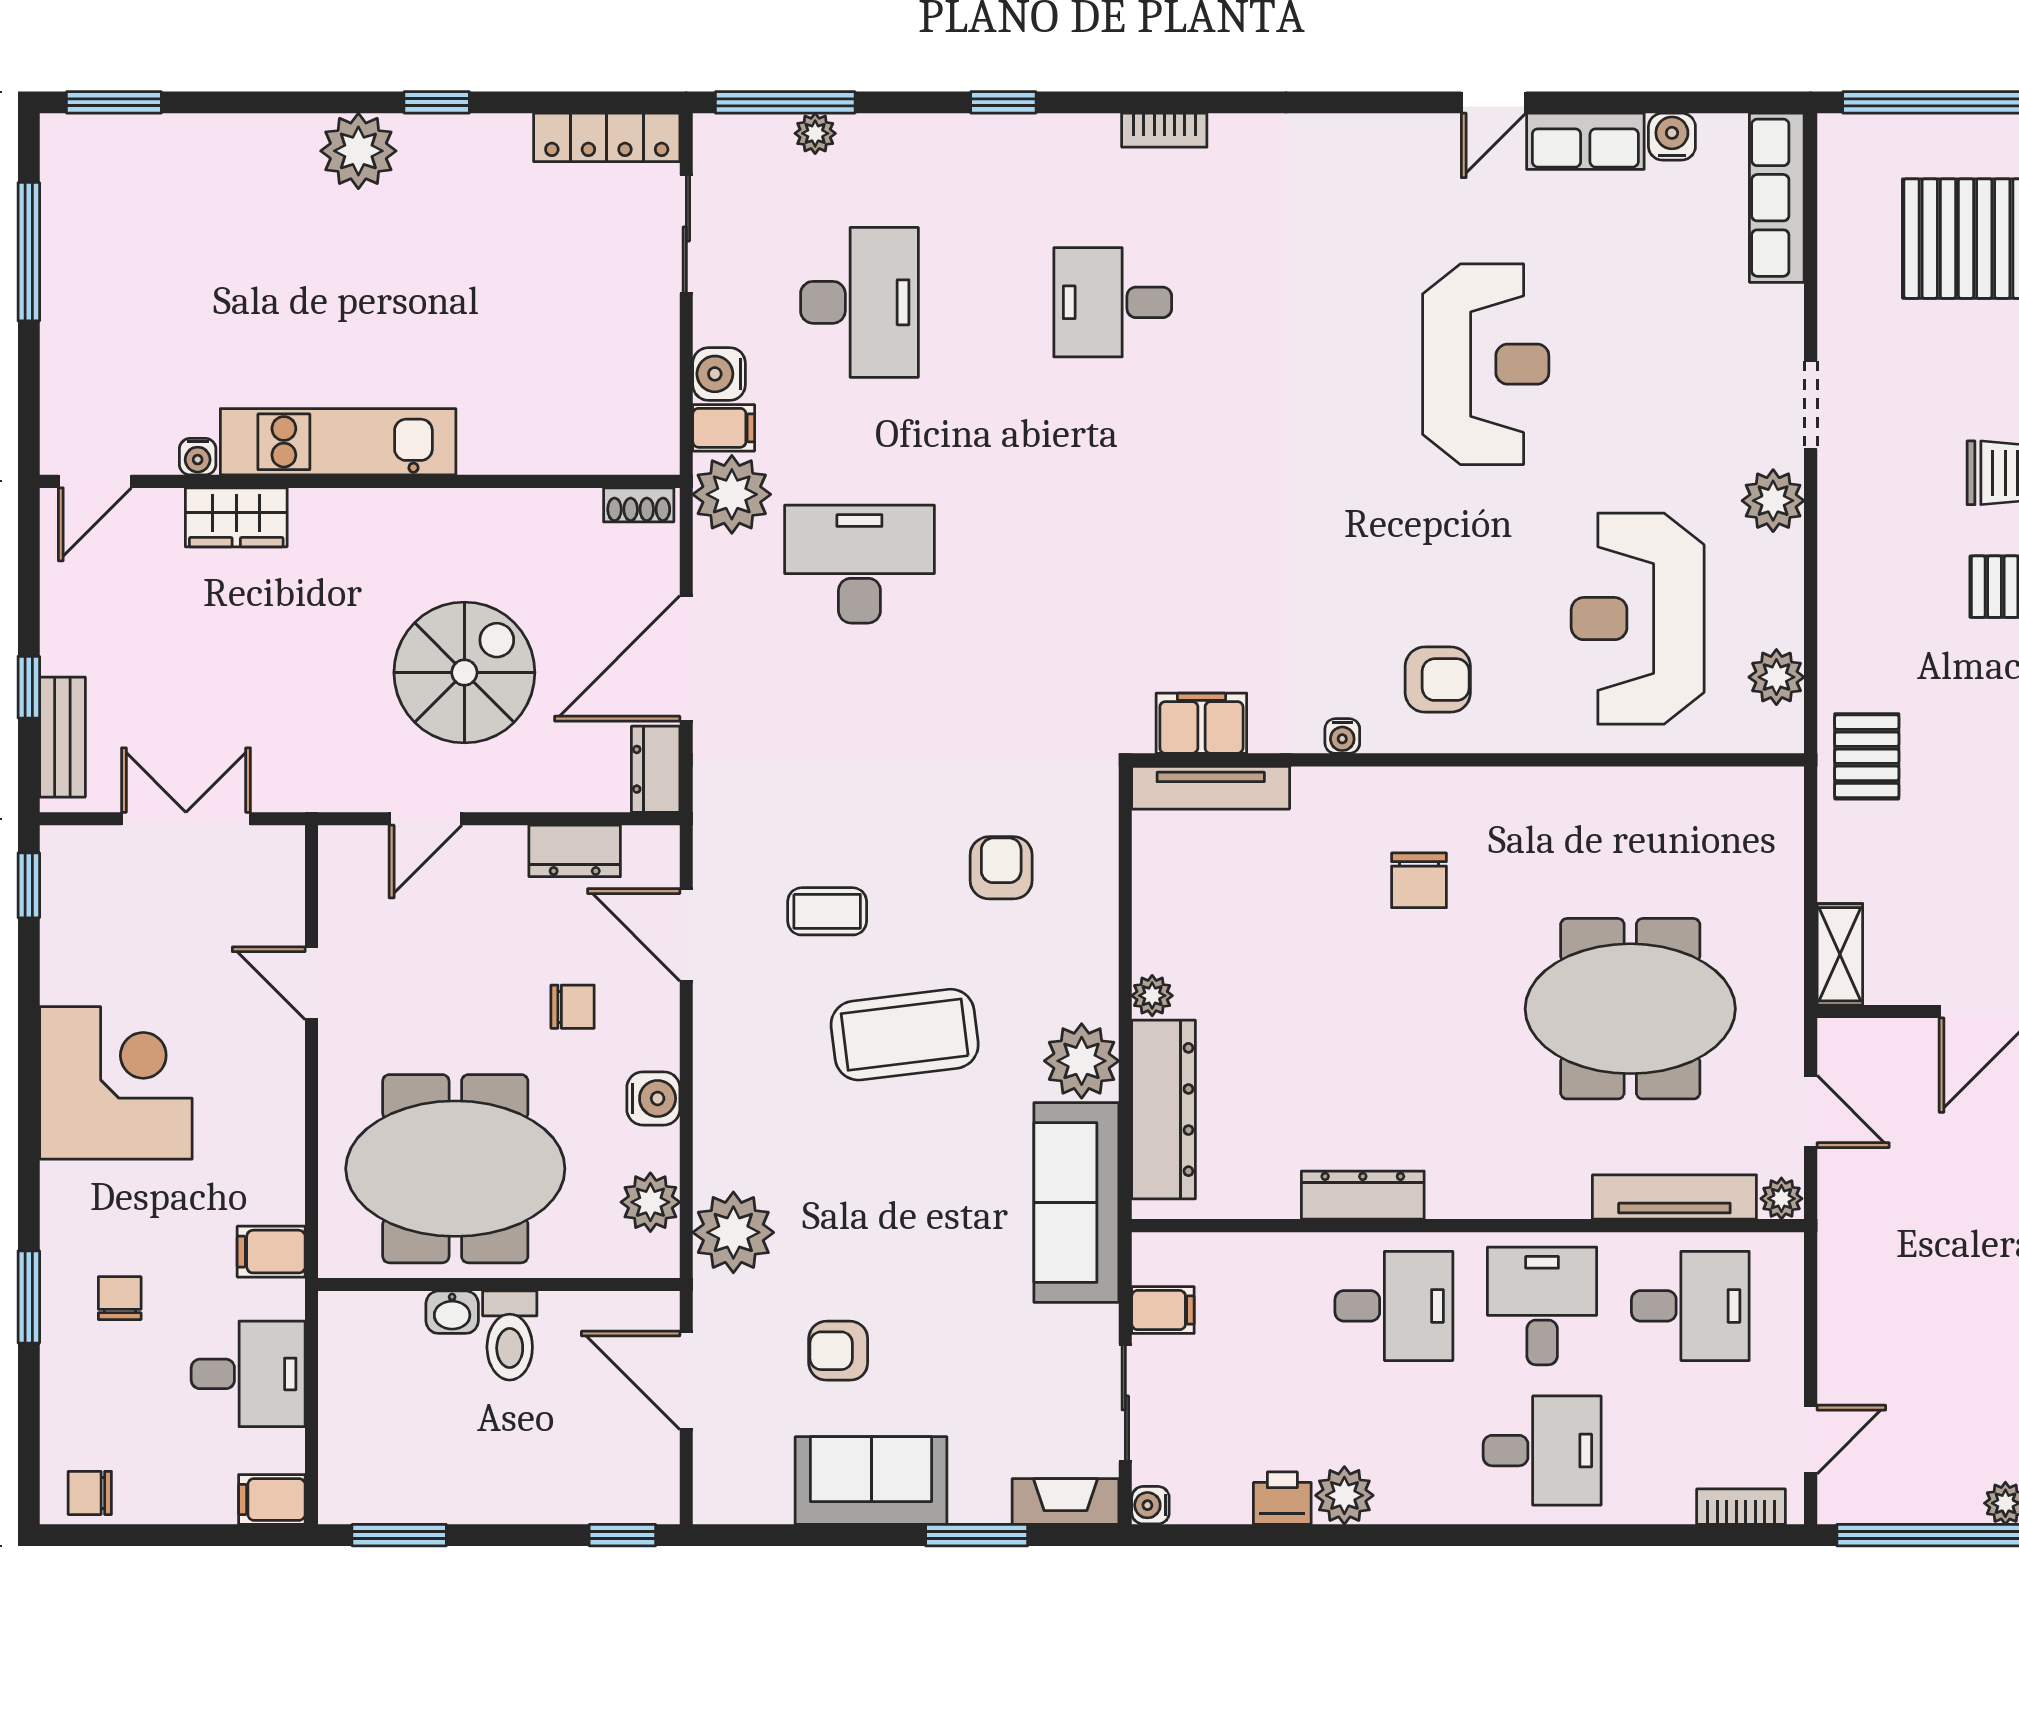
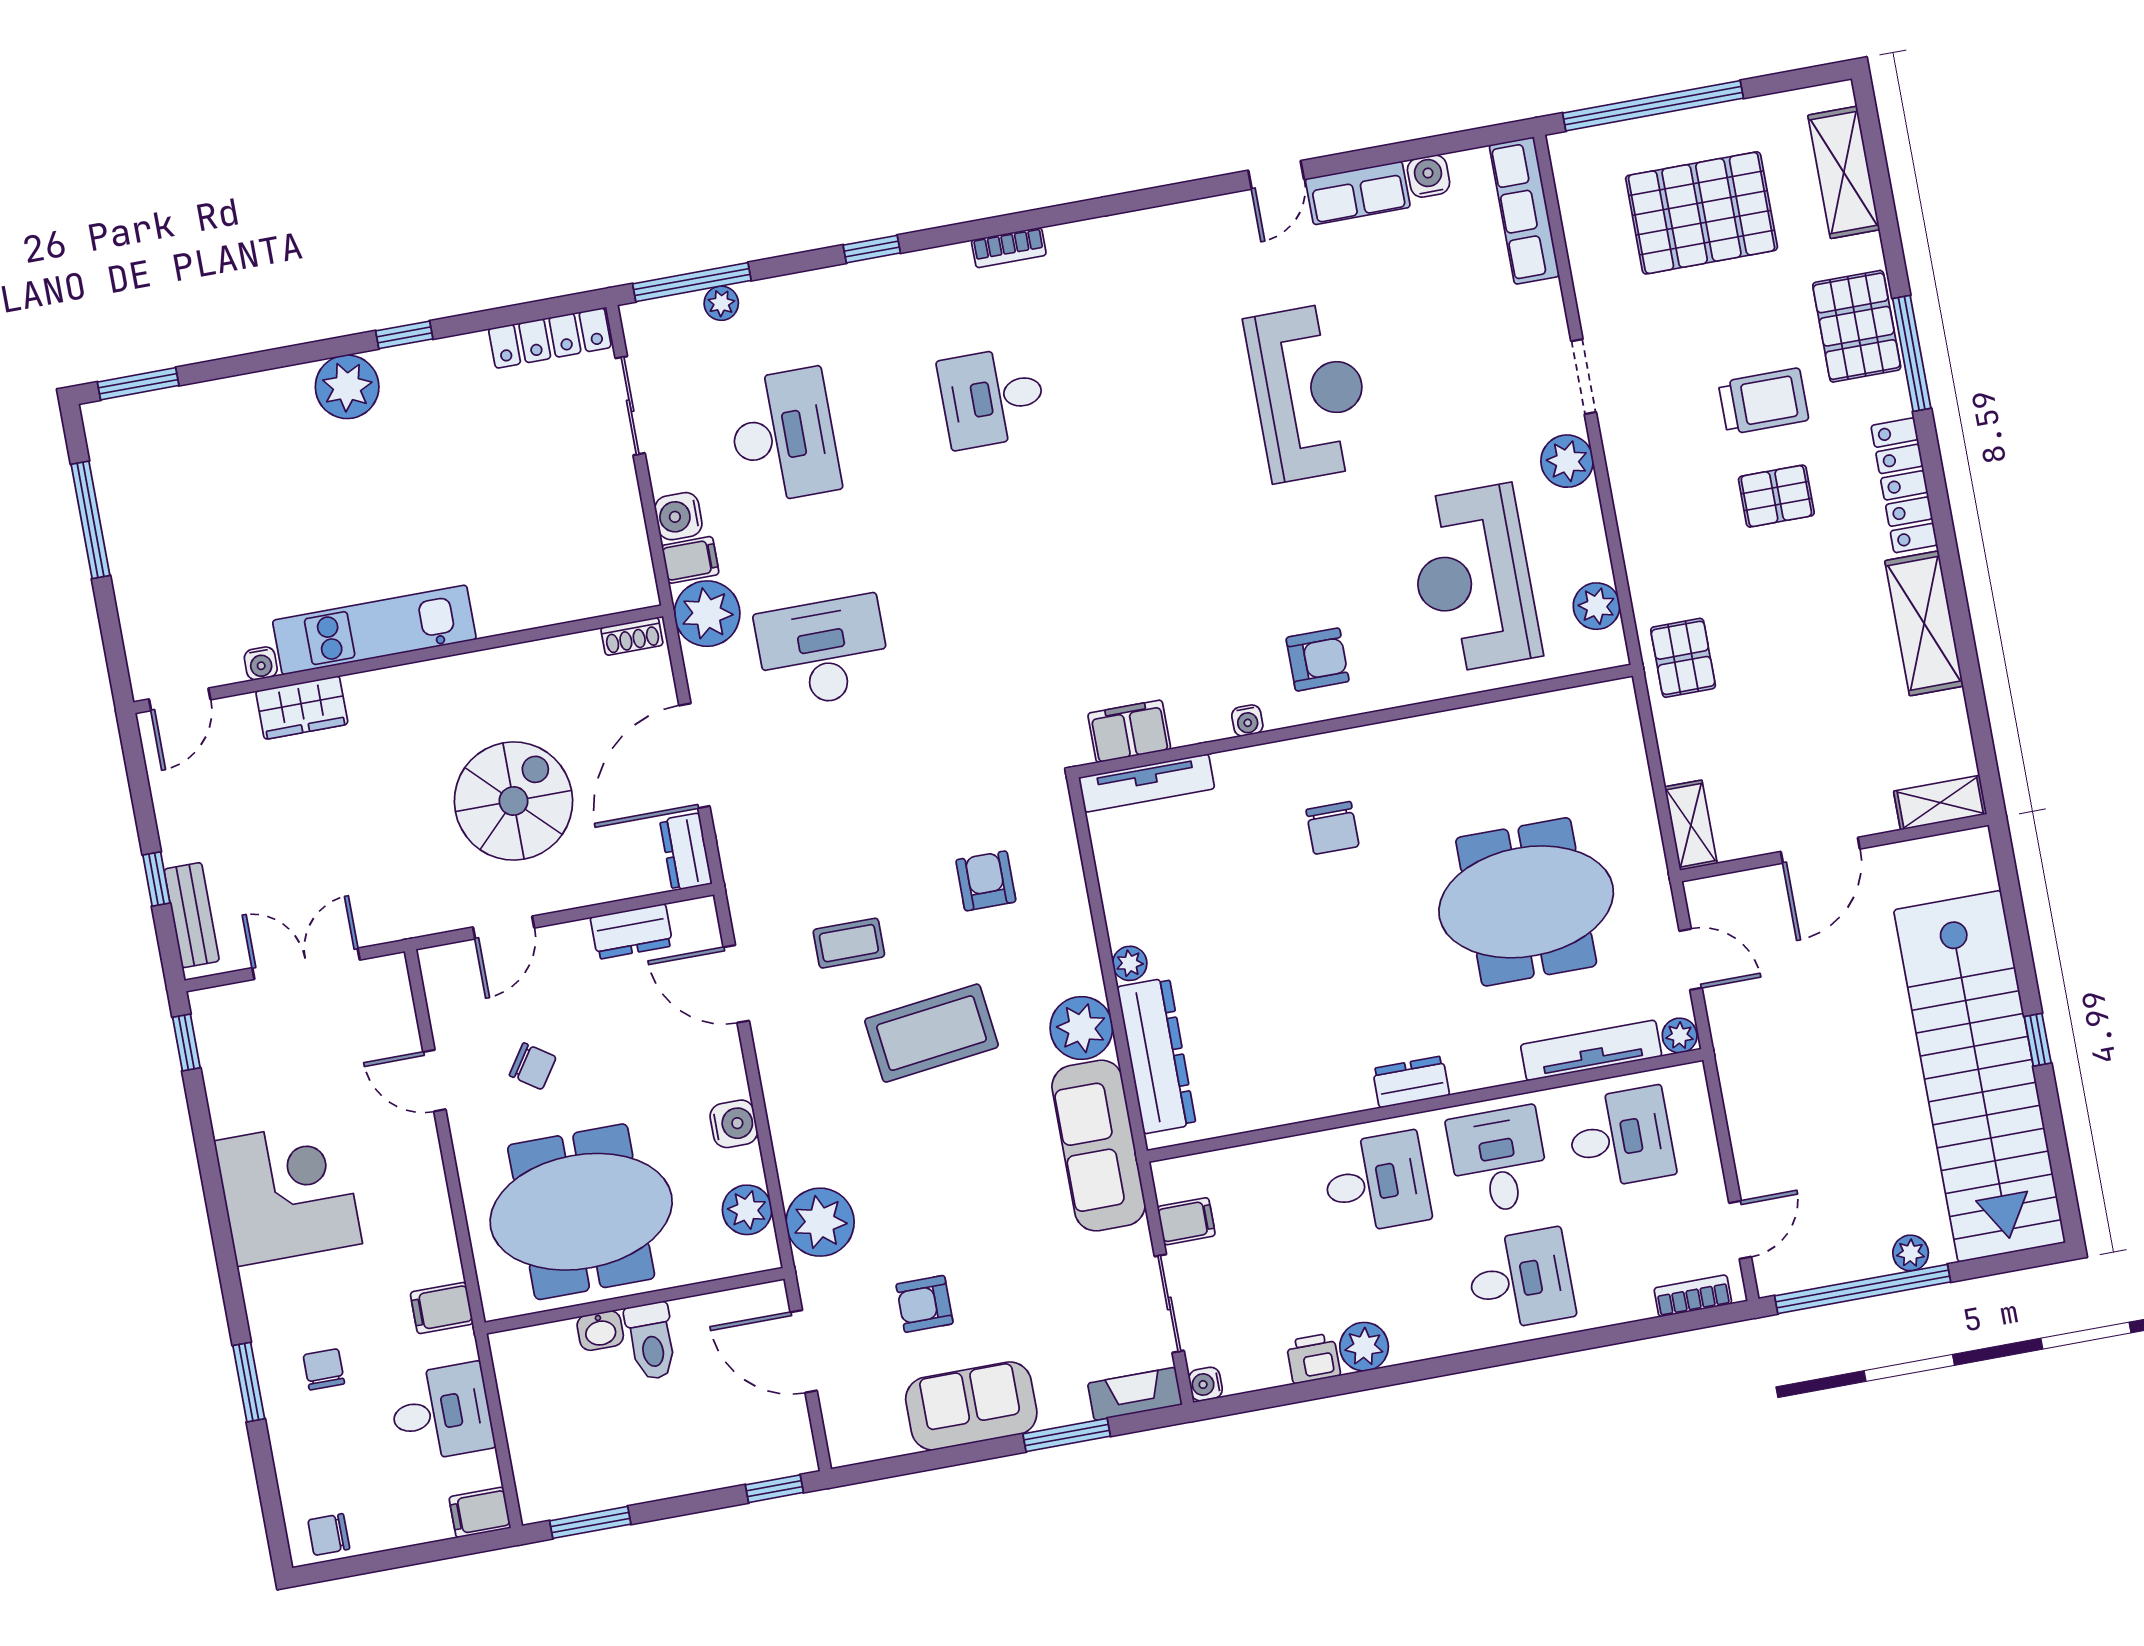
chair: (573, 1007) -> (533, 1066), moved, turned 34
dresser: (1363, 1195) -> (1411, 1082), moved, width x0.70

